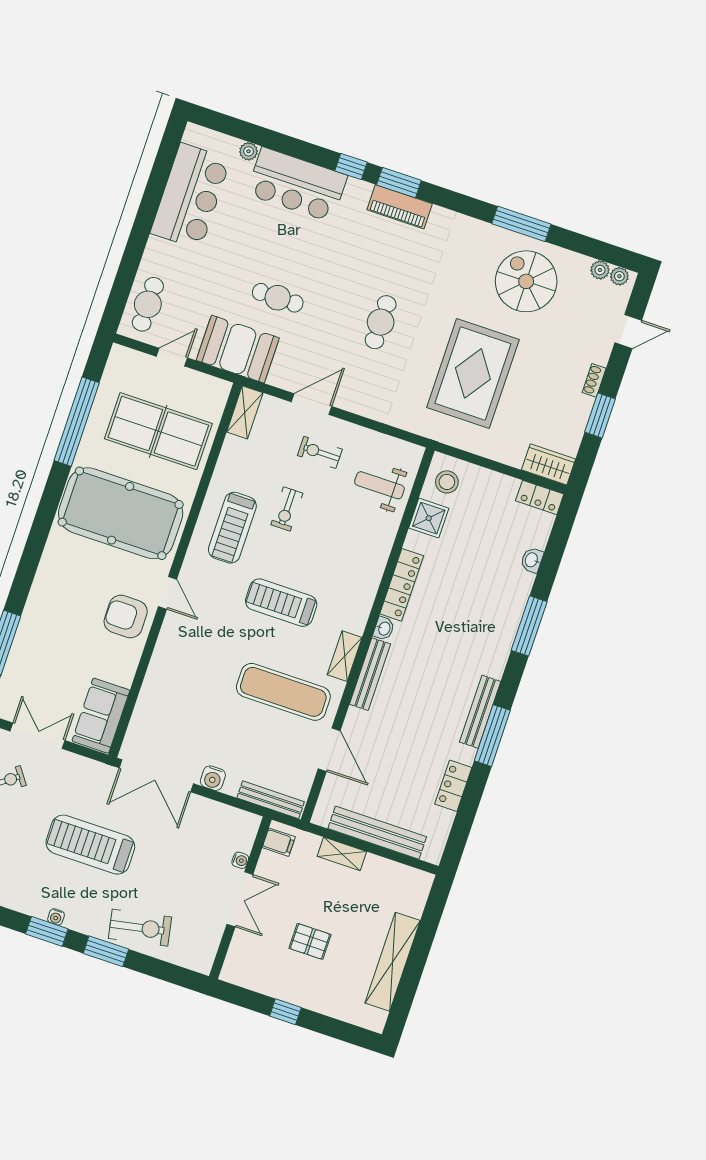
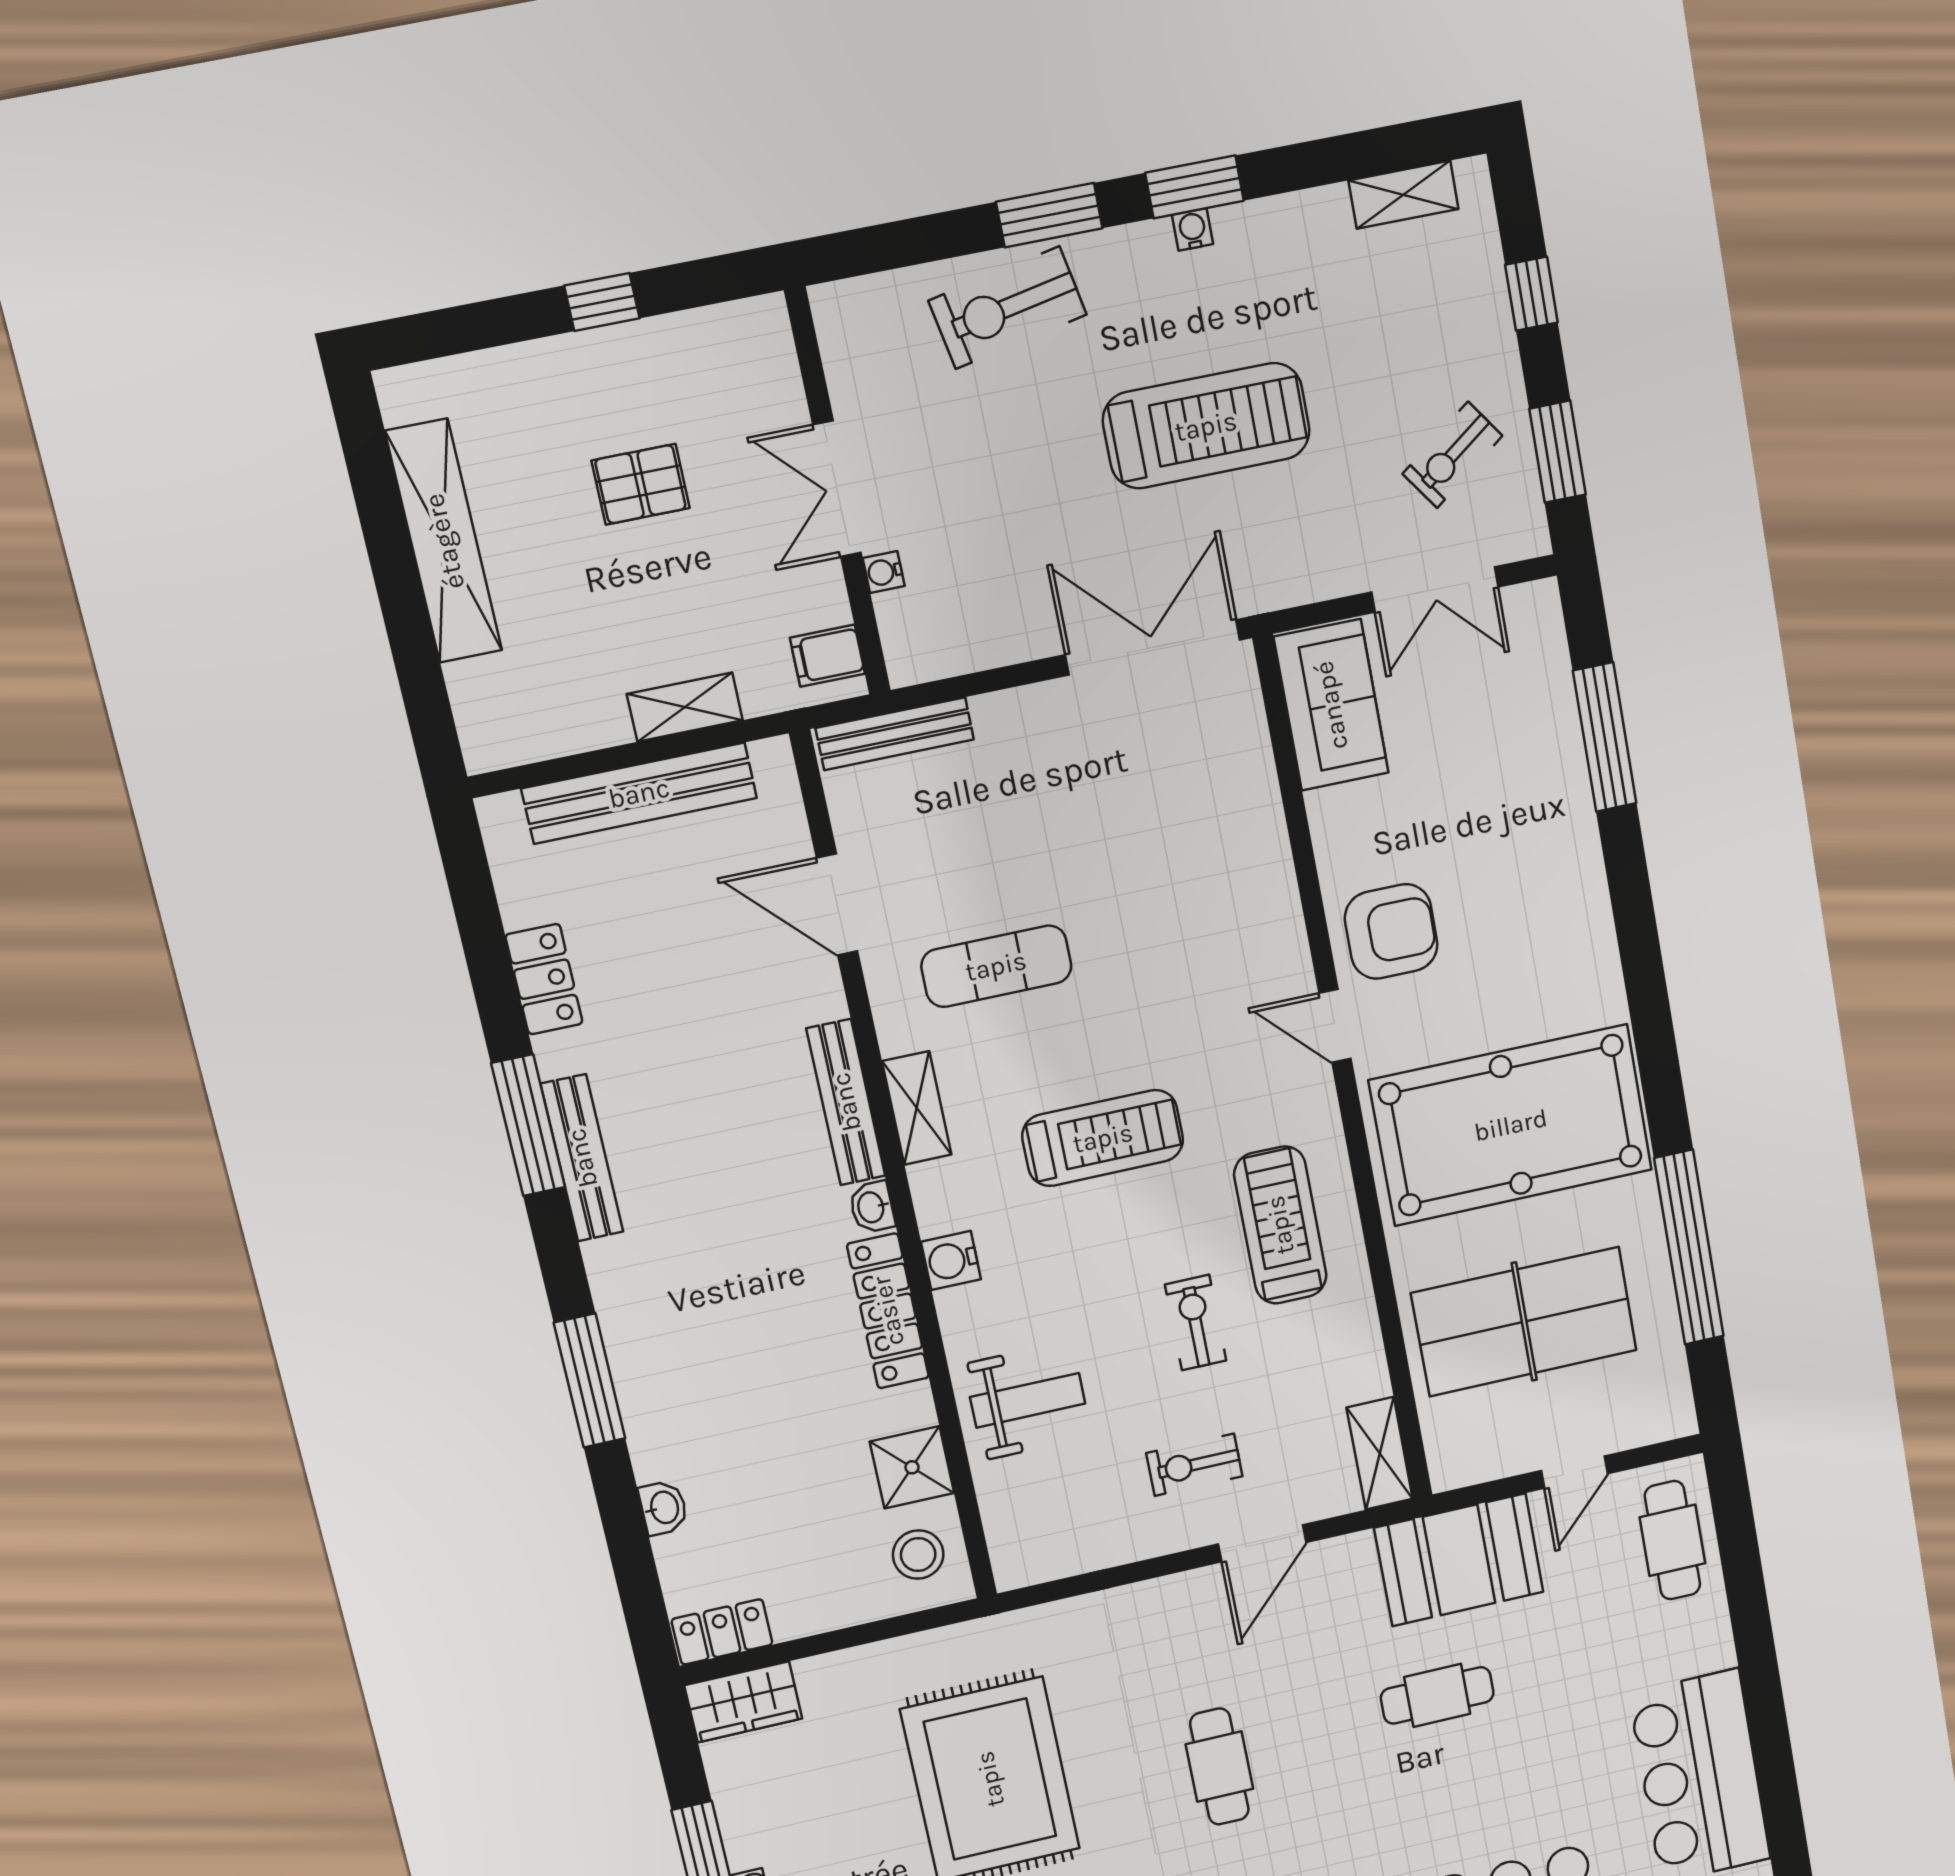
exercise bike: (320, 452) -> (1194, 1465), turned 180
weight bench: (379, 485) -> (1028, 1400), moved
exercise mat: (283, 692) -> (996, 966), width x0.73, depth x0.69
water cooler: (213, 778) -> (951, 1260), moved, turned -90

